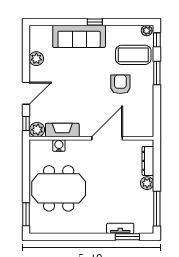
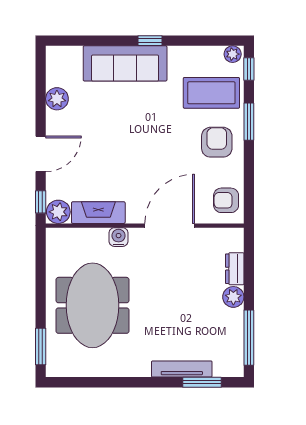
armchair: (120, 84) -> (217, 142), moved
armchair: (143, 122) -> (226, 200), added
water cooler: (59, 145) -> (119, 237), moved
dresser: (148, 161) -> (235, 269), width x0.70
meeting table: (59, 188) -> (93, 305), turned 90
tv unit: (120, 228) -> (182, 369), width x1.41

